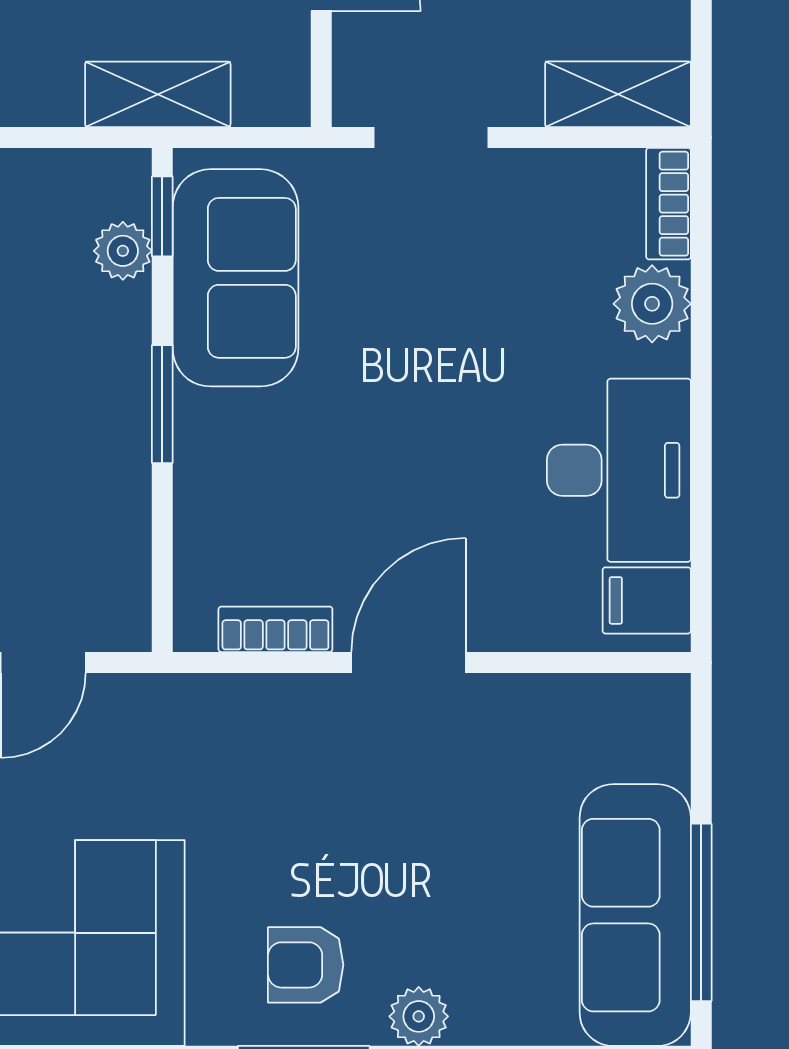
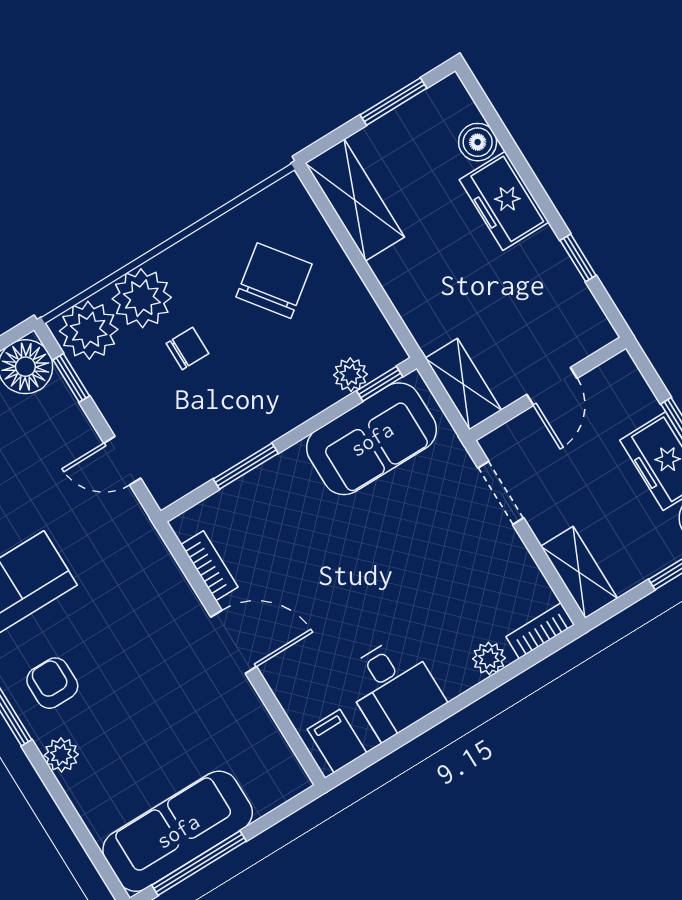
shelving: (158, 94) -> (463, 384), moved
plant: (652, 304) -> (489, 658), width x0.73, depth x0.73
window: (162, 404) -> (246, 466), moved
desk: (619, 470) -> (393, 688), width x0.73

